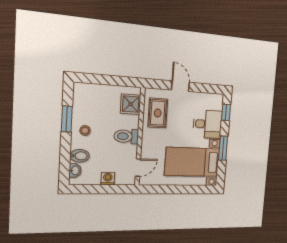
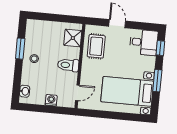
desk: (208, 124) -> (144, 42), moved
bidet: (80, 156) -> (29, 79), removed

